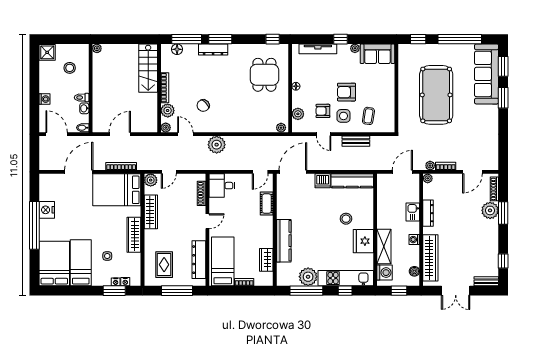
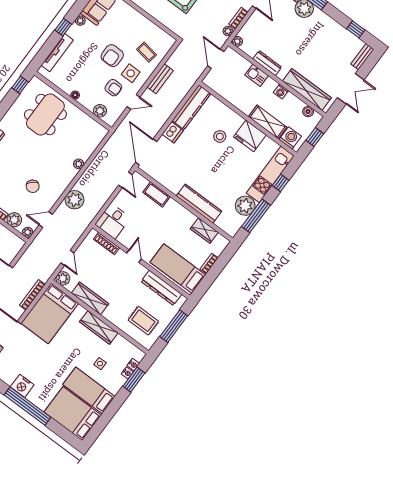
dining table: (264, 75) -> (45, 115), width x1.38
armchair: (323, 111) -> (113, 88), turned -90
plant: (281, 128) -> (79, 164), moved

